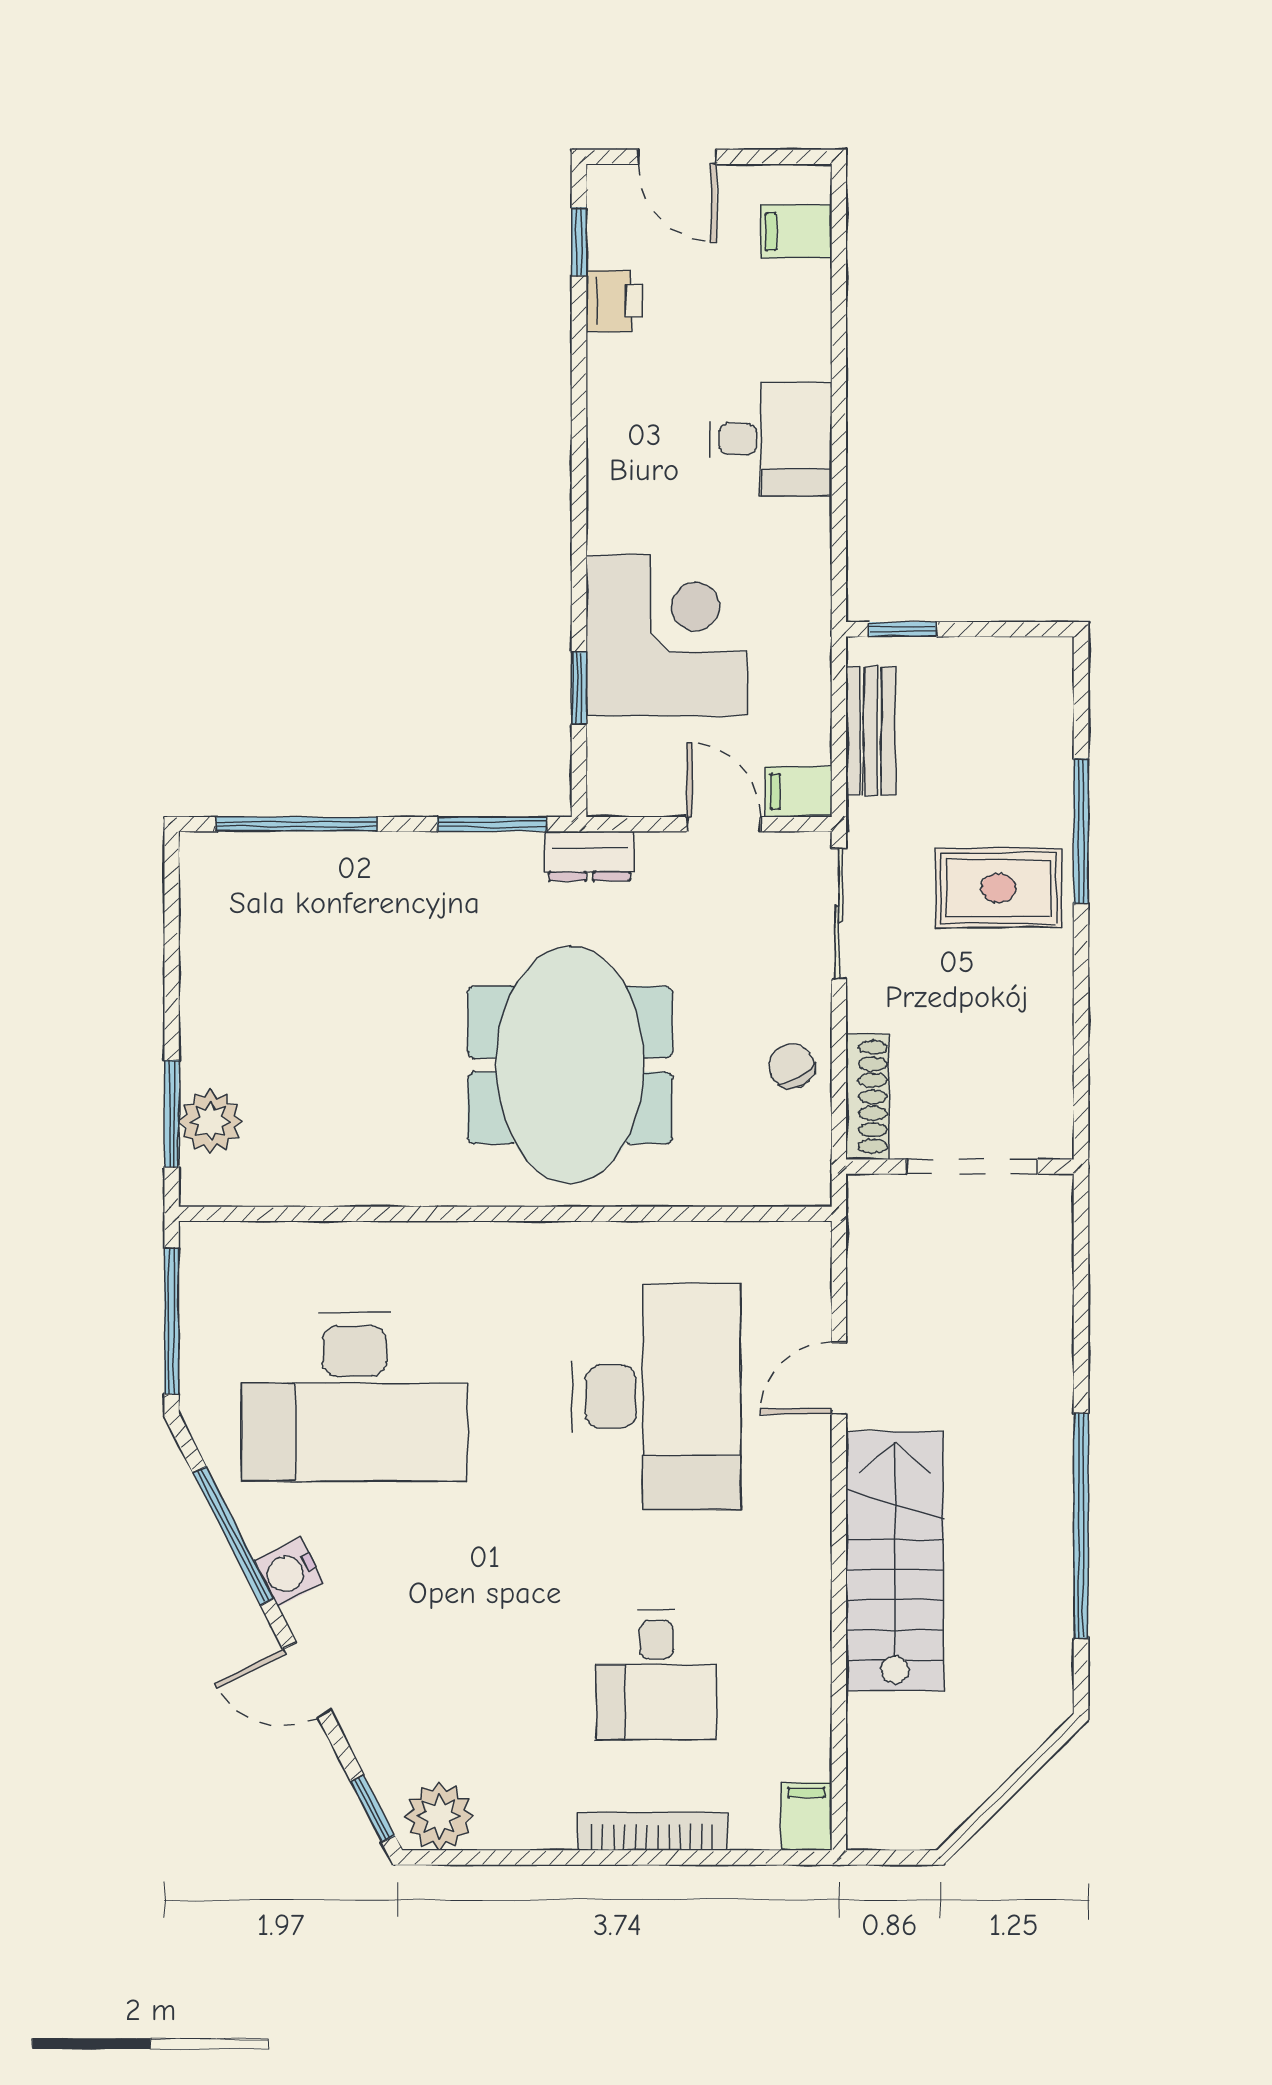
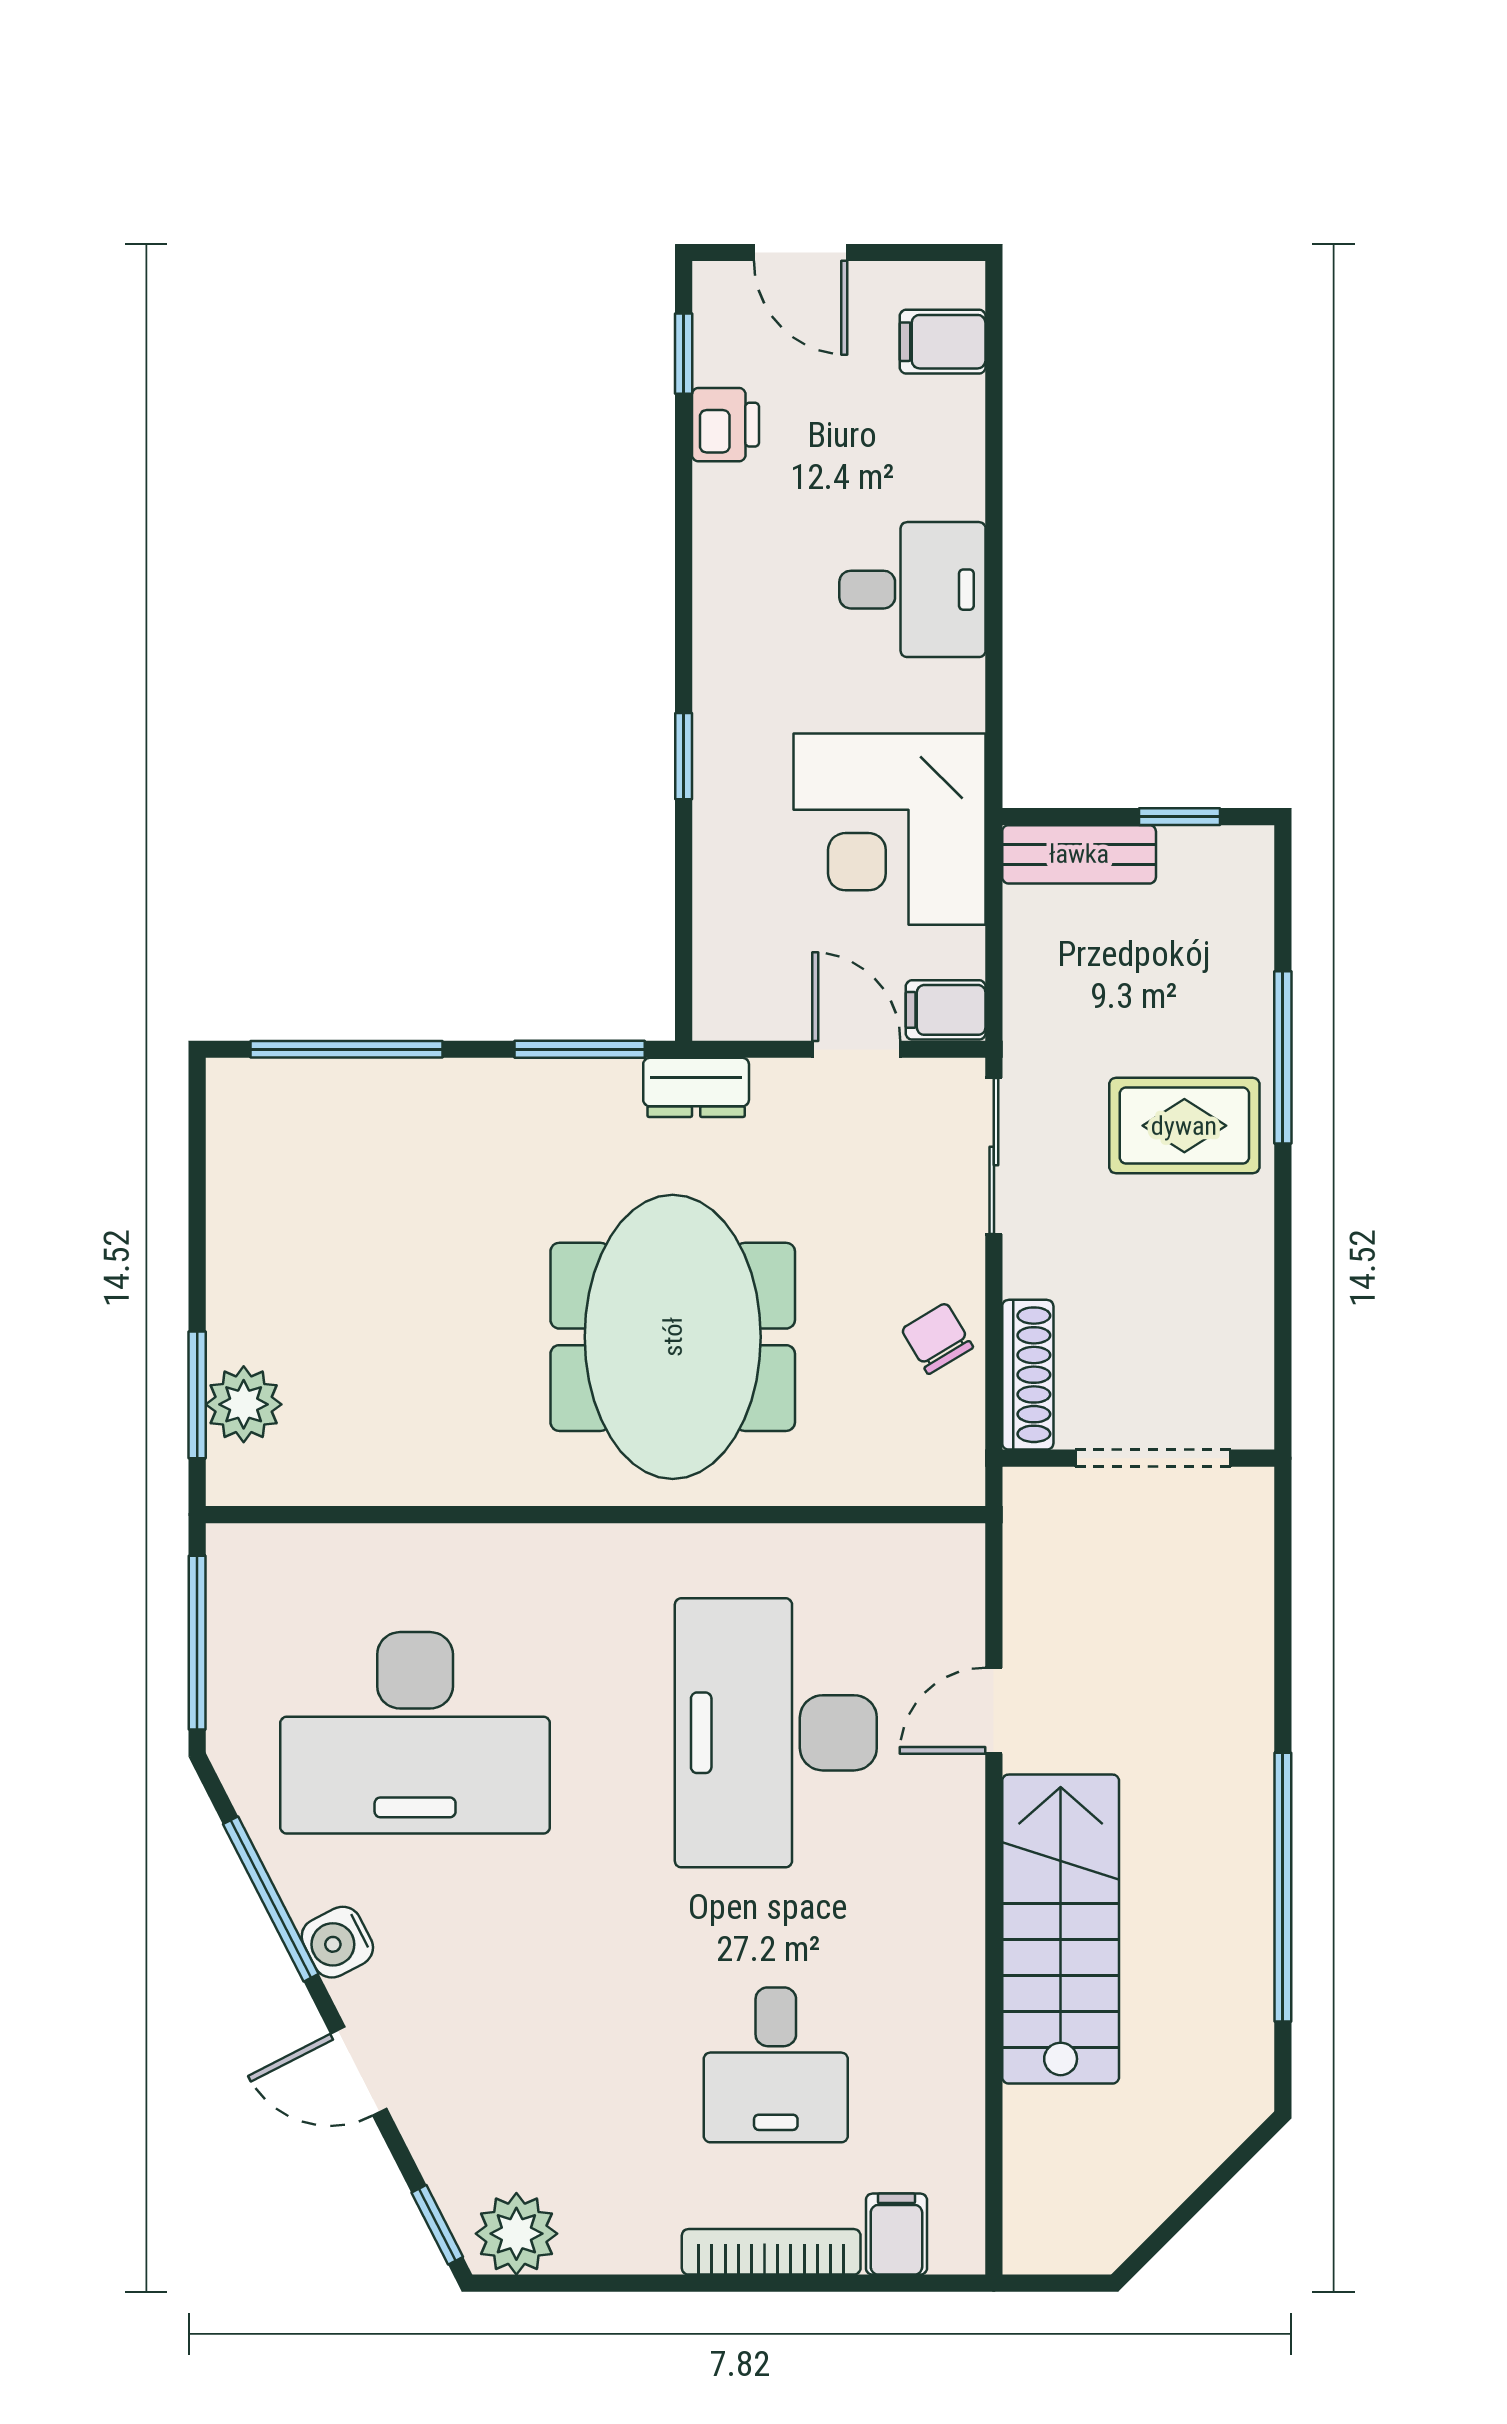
window: (903, 629) -> (1179, 817), moved
corner desk: (666, 635) -> (890, 829), moved, turned 180
window: (579, 688) -> (684, 756), moved
bench: (871, 731) -> (1079, 854), moved, turned 90
desk: (656, 1397) -> (776, 1733), turned 180
filing cabinet: (806, 1816) -> (896, 2234), moved

